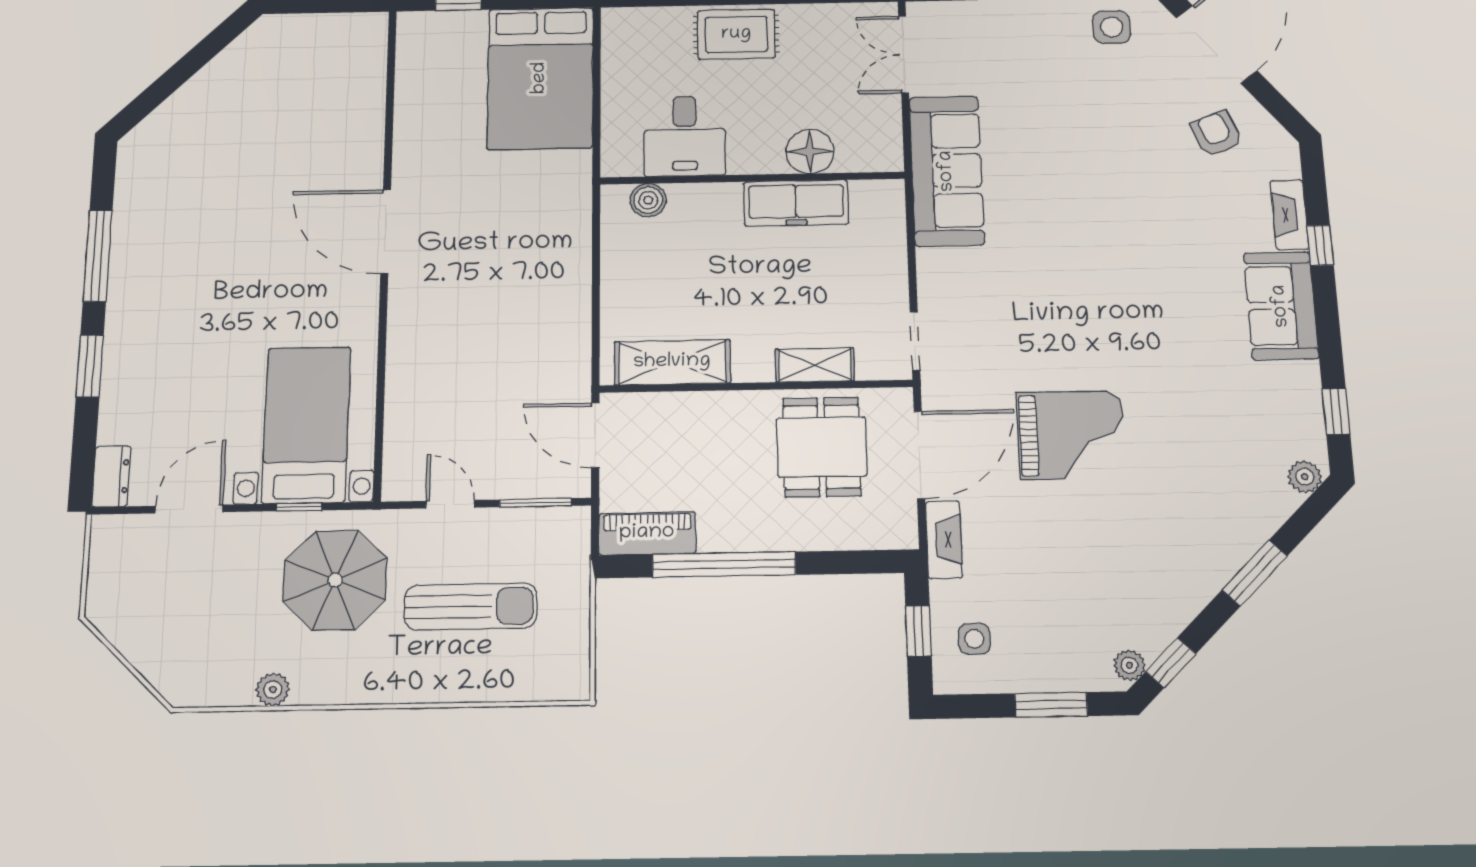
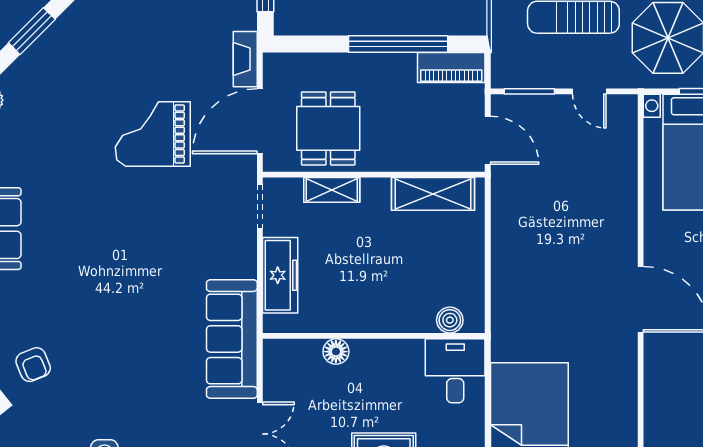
desk: (685, 136) -> (455, 371), moved
floor lamp: (810, 152) -> (336, 352), width x0.73, depth x0.73
freezer: (796, 203) -> (280, 275), moved, turned 90

